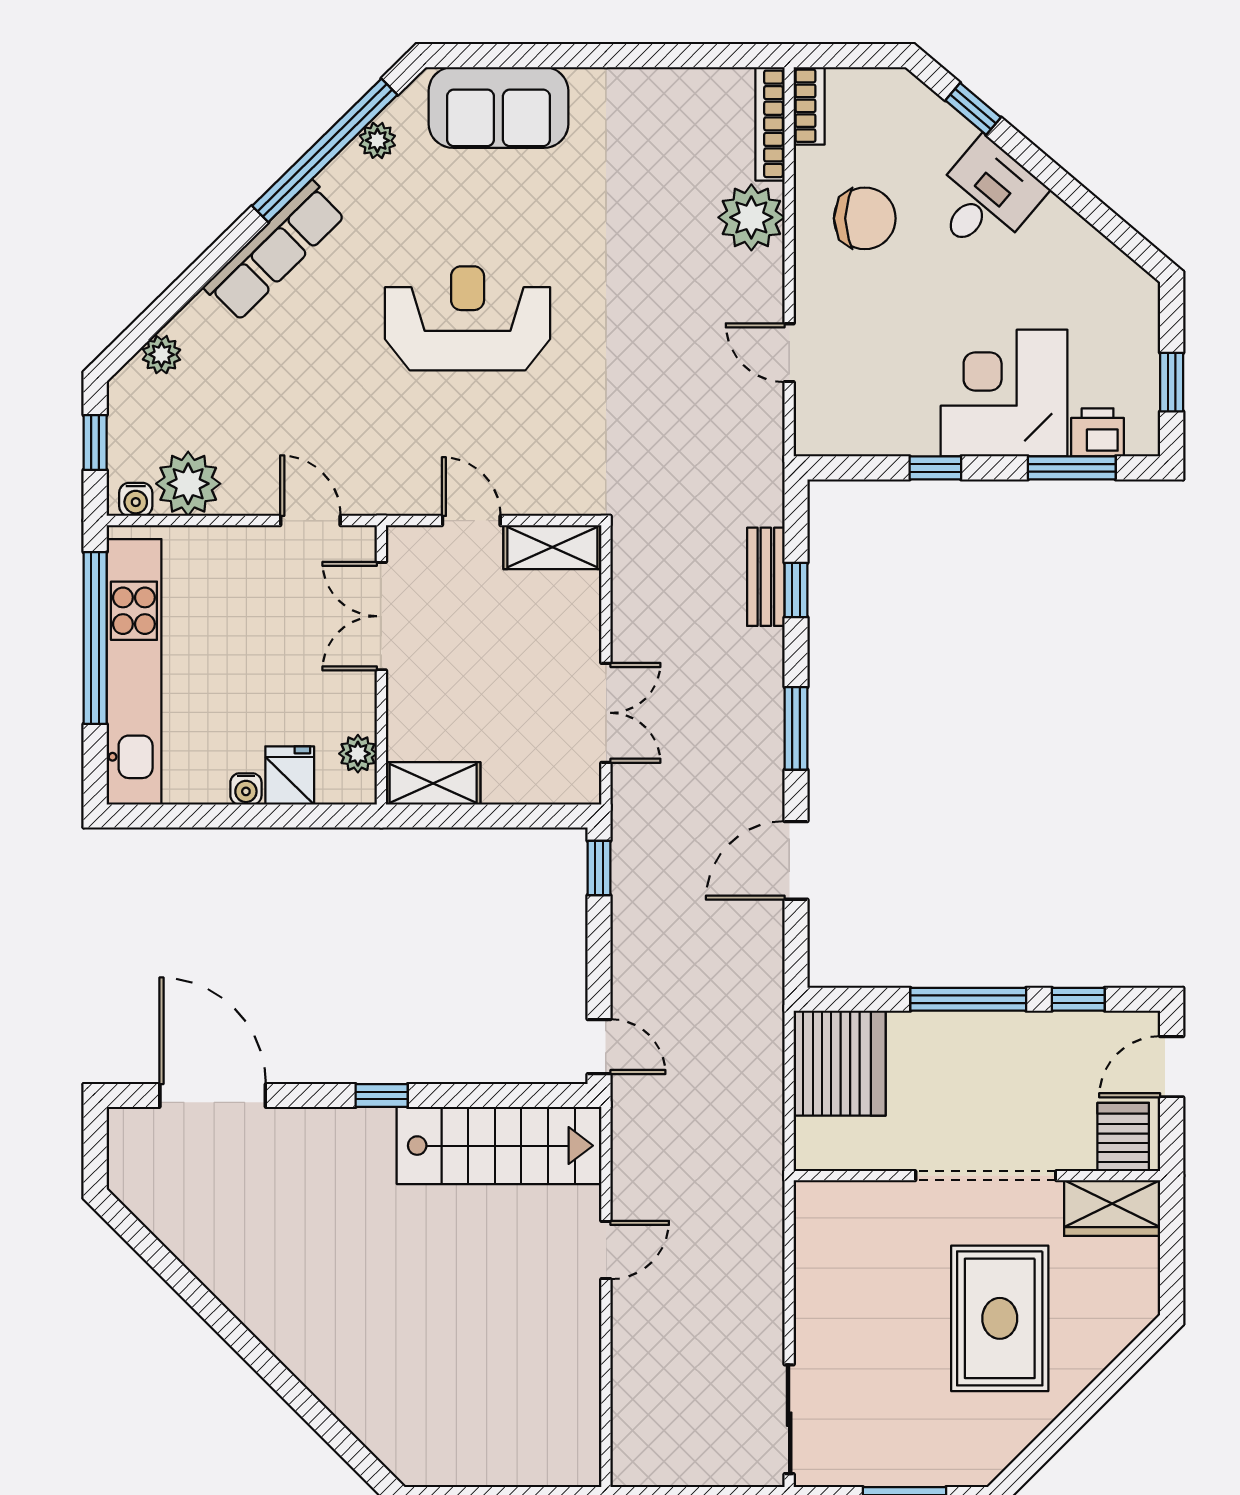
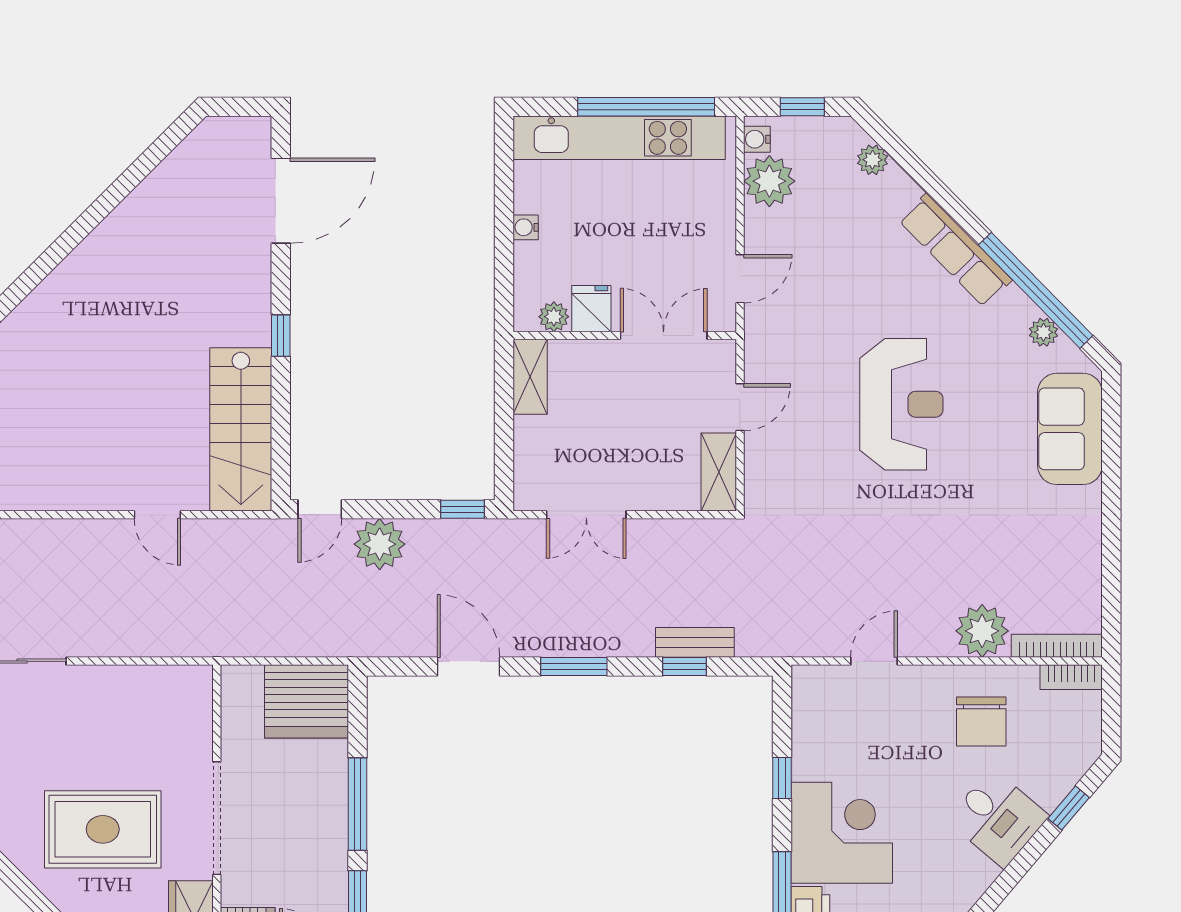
fridge: (290, 775) -> (591, 309), moved, turned -90
plant: (643, 972) -> (380, 544), added

